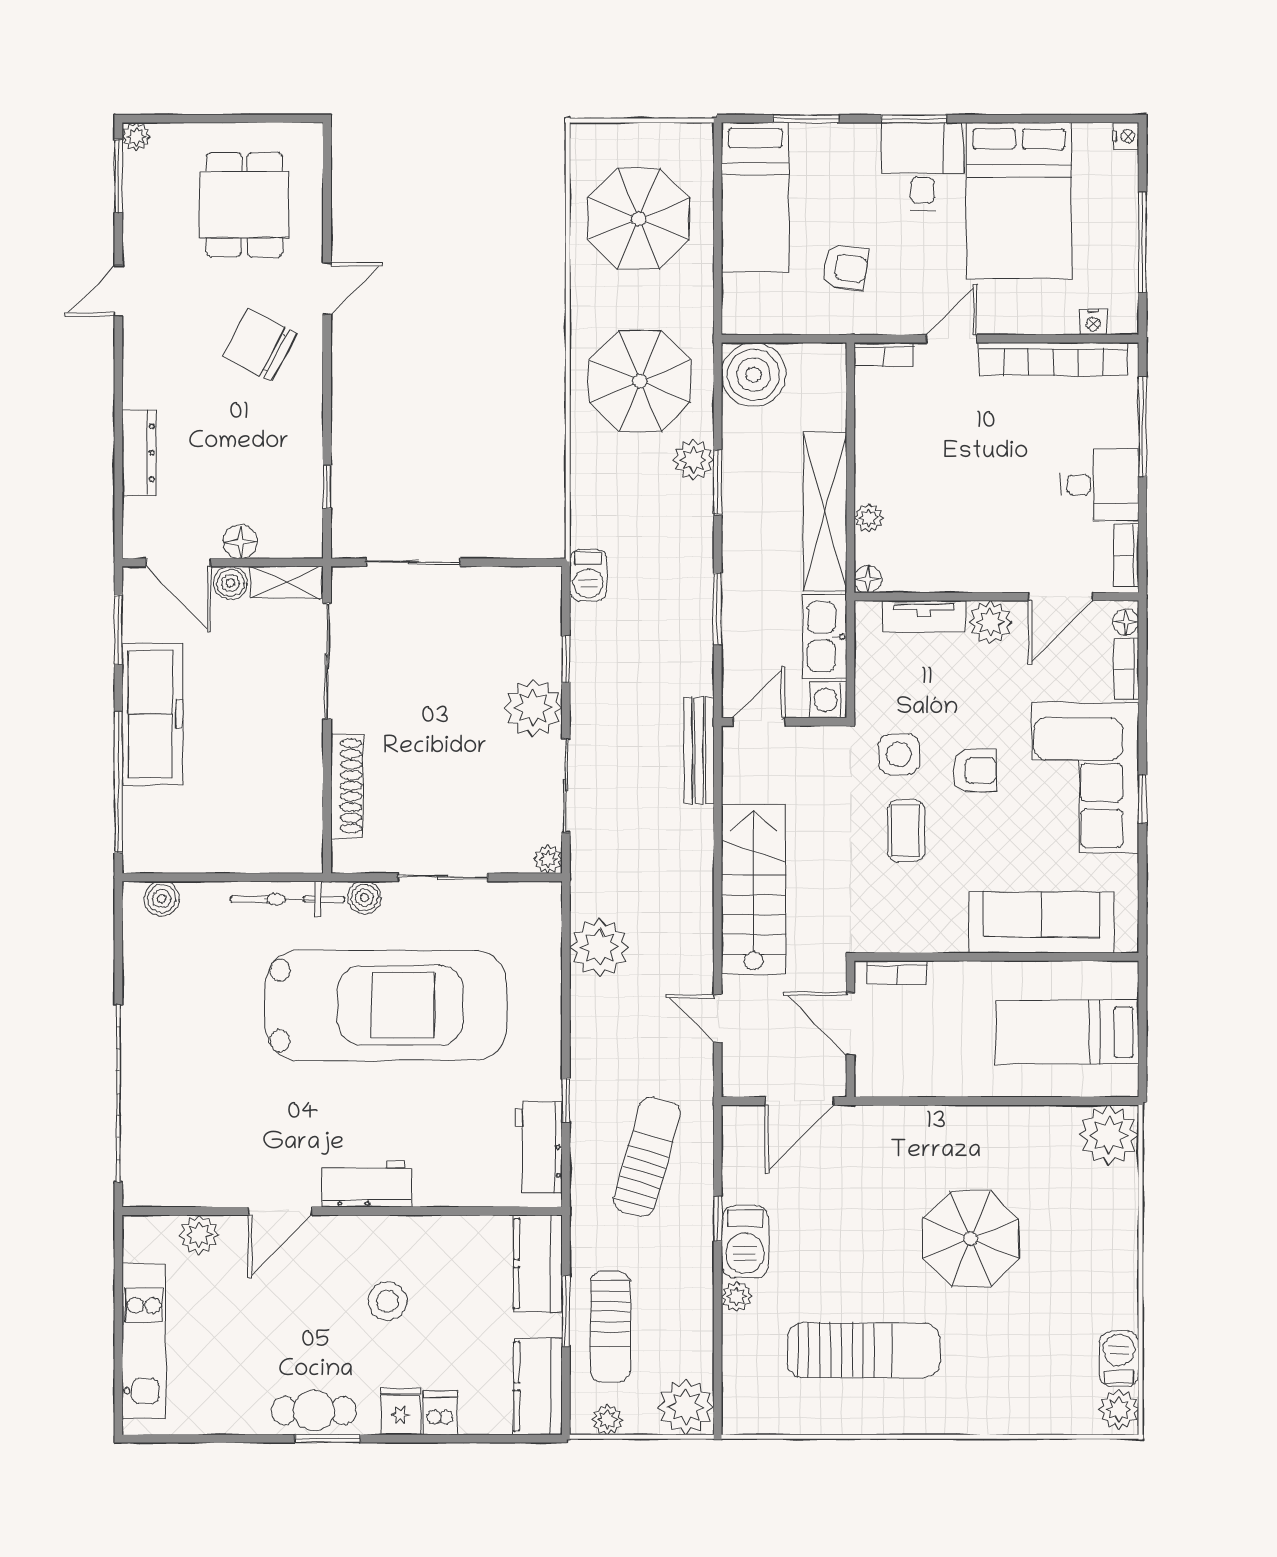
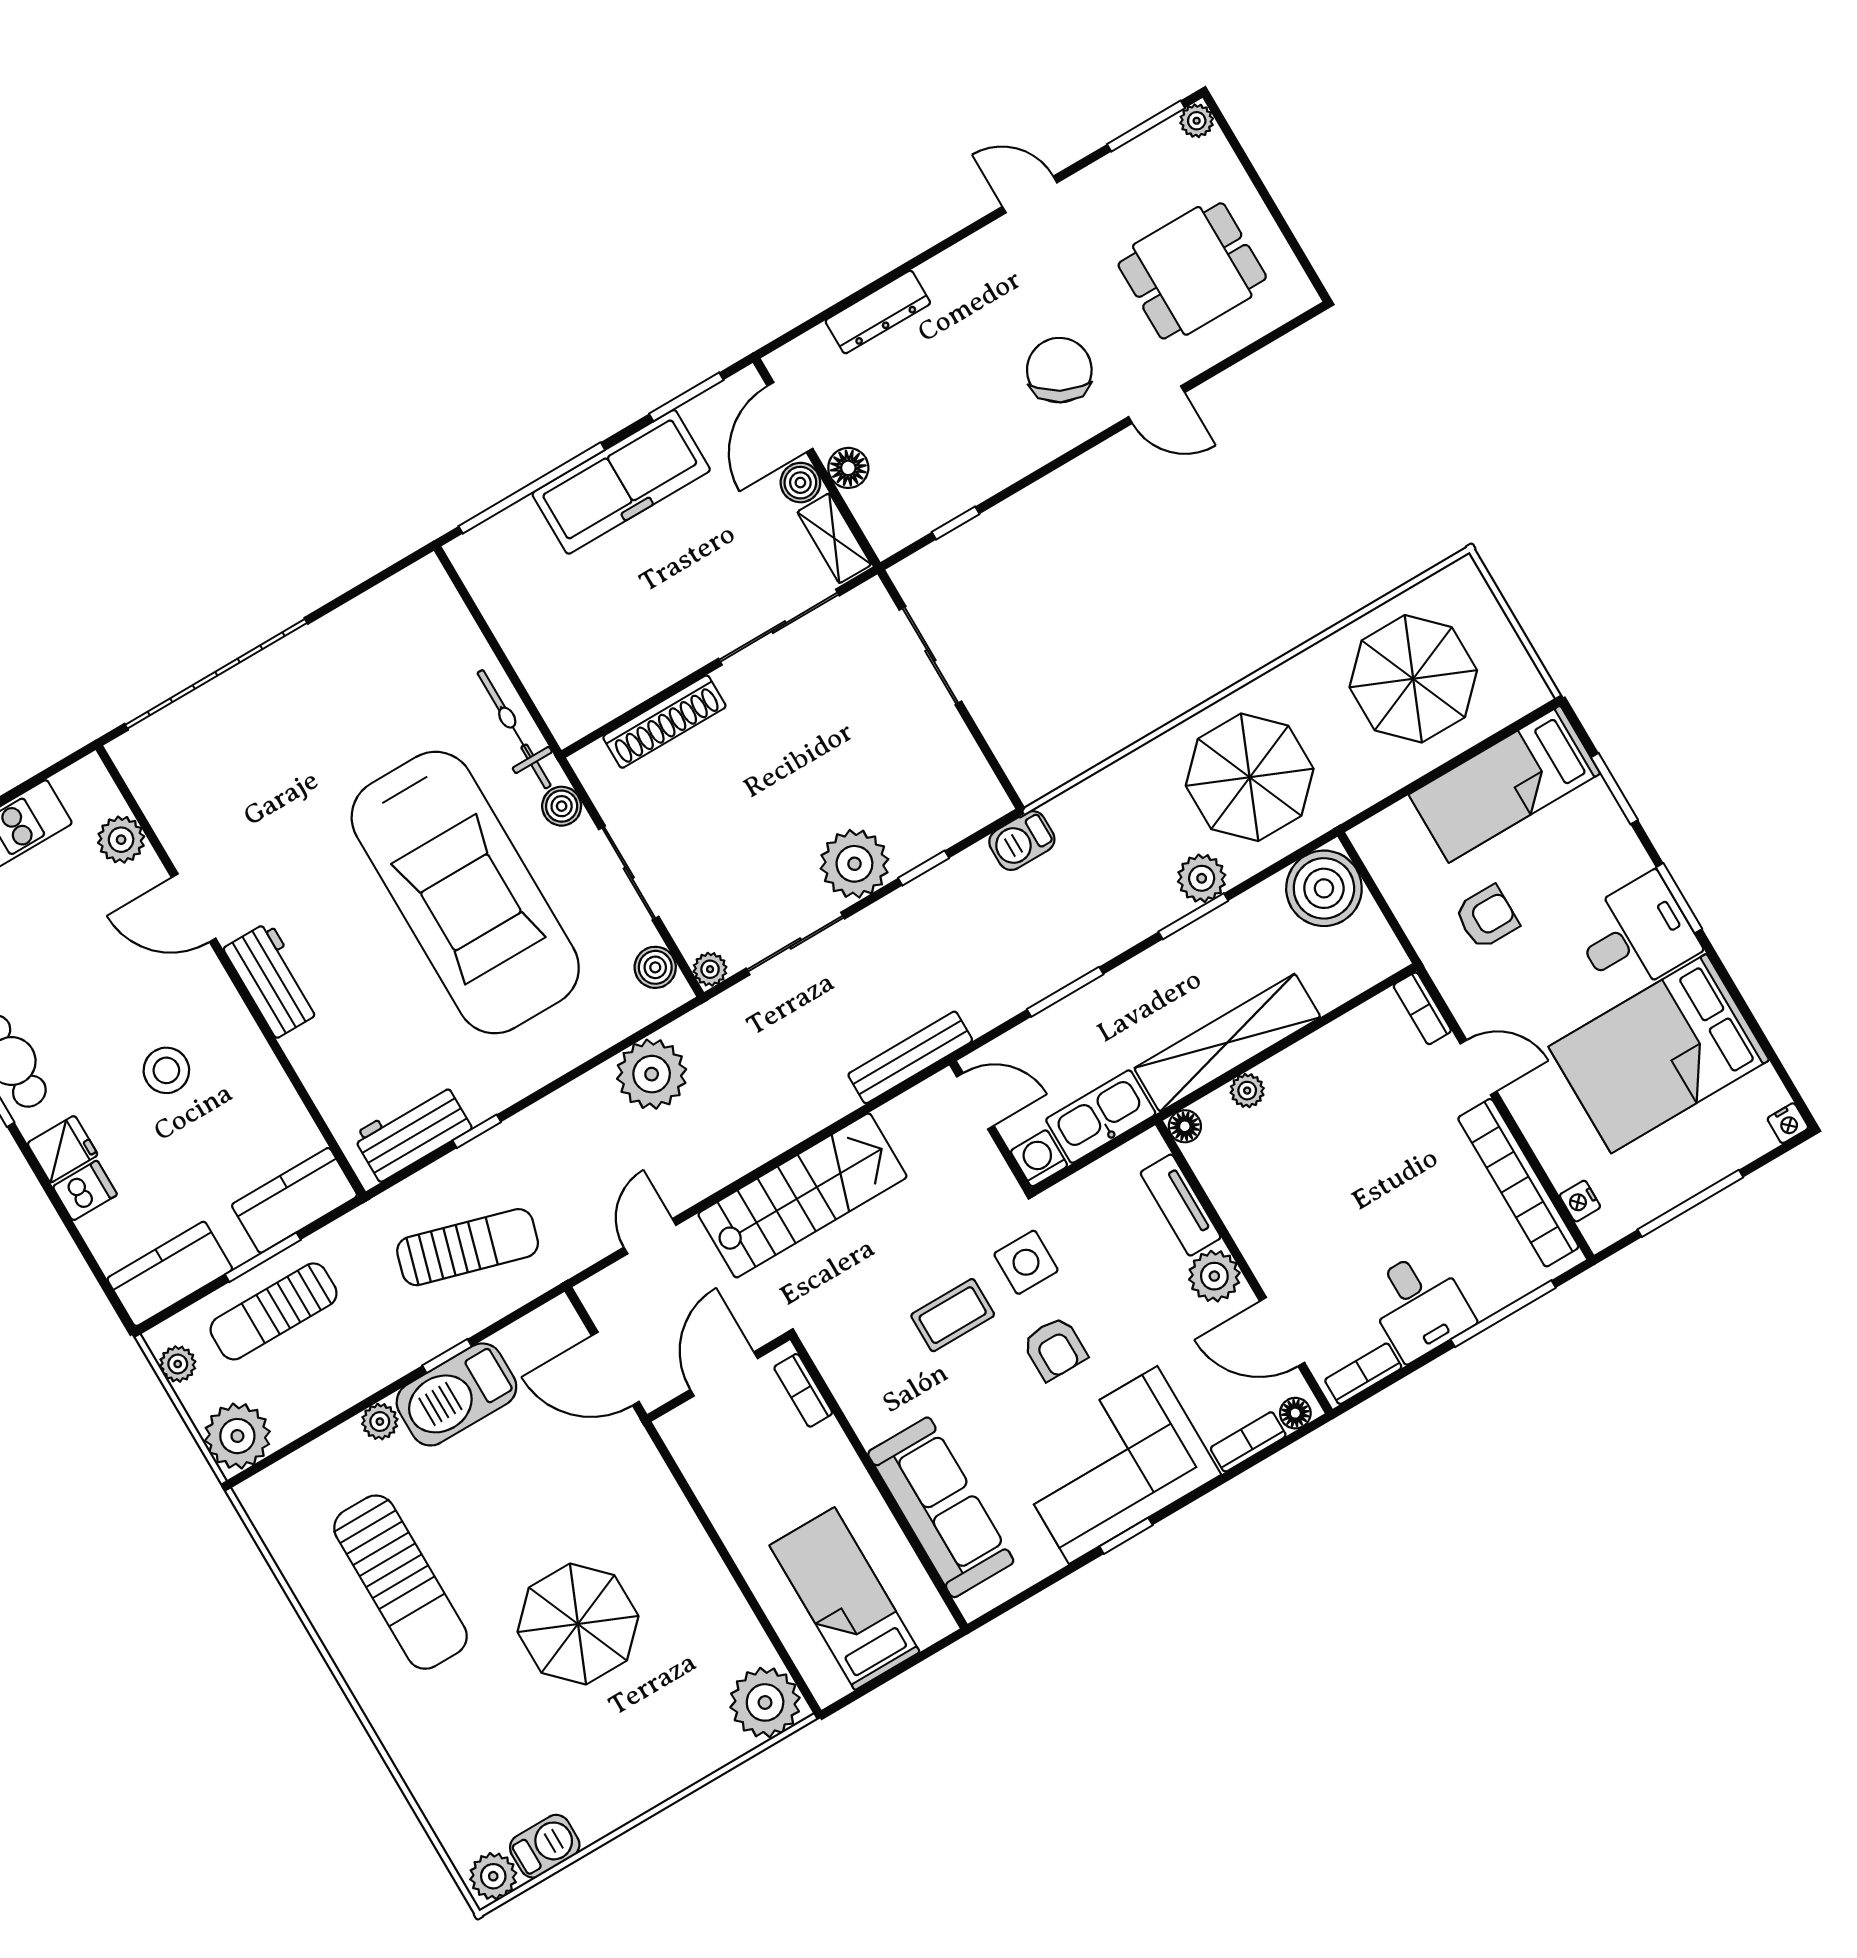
armchair: (845, 268) -> (1487, 917), turned -97
boiler: (162, 899) -> (655, 967), moved
barbecue: (745, 1242) -> (456, 1394), width x1.37, depth x1.21

